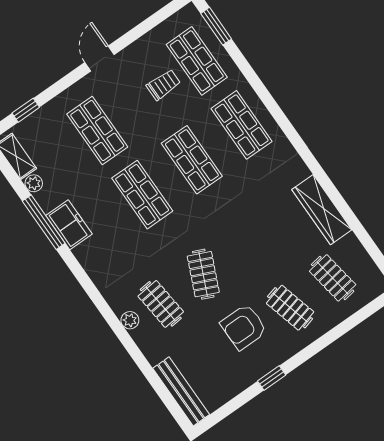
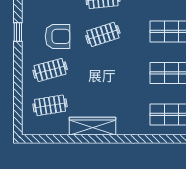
clothes rail: (203, 274) -> (103, 34), turned -42
armchair: (244, 327) -> (58, 36), turned 90

